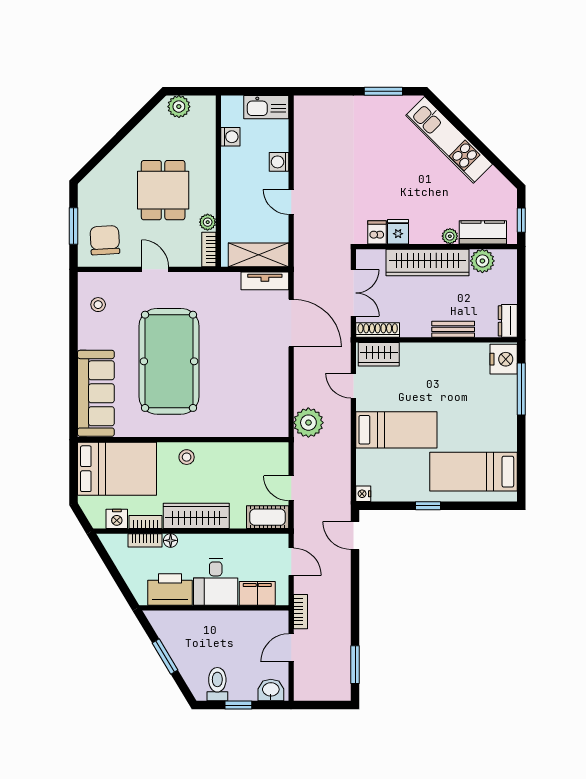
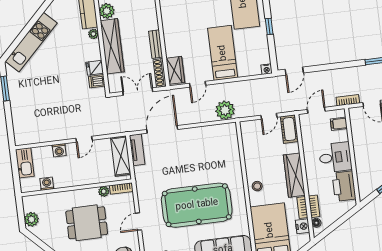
bench: (453, 329) -> (156, 44), moved
floor lamp: (171, 540) -> (316, 223), moved
filing cabinet: (257, 593) -> (339, 124), width x0.50

